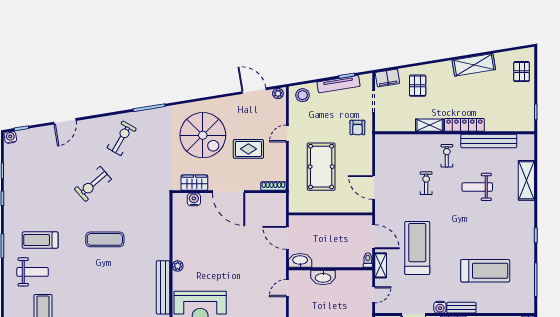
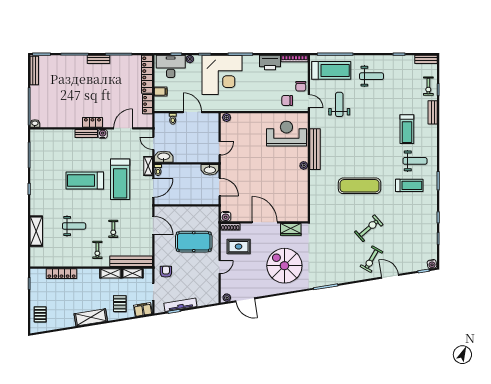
shelving: (474, 65) -> (91, 317), moved
stool: (303, 95) -> (208, 296), removed
door: (65, 121) -> (390, 276), hinge flipped
shelving: (401, 125) -> (133, 273), added
locker: (464, 125) -> (61, 274), moved
exercise bike: (122, 138) -> (371, 259), moved
bench: (489, 141) -> (131, 261), moved
rug: (248, 149) -> (239, 247), moved
pool table: (321, 167) -> (194, 242), turned 90
water cooler: (194, 199) -> (226, 216), moved
door: (374, 237) -> (153, 188), swing flipped
exercise mat: (105, 239) -> (360, 186), width x1.36, depth x1.45
treadmill: (485, 271) -> (85, 180), moved
weight bench: (33, 272) -> (415, 161), turned 180
washbasin: (323, 277) -> (164, 157), moved
door: (374, 295) -> (153, 143), hinge flipped

